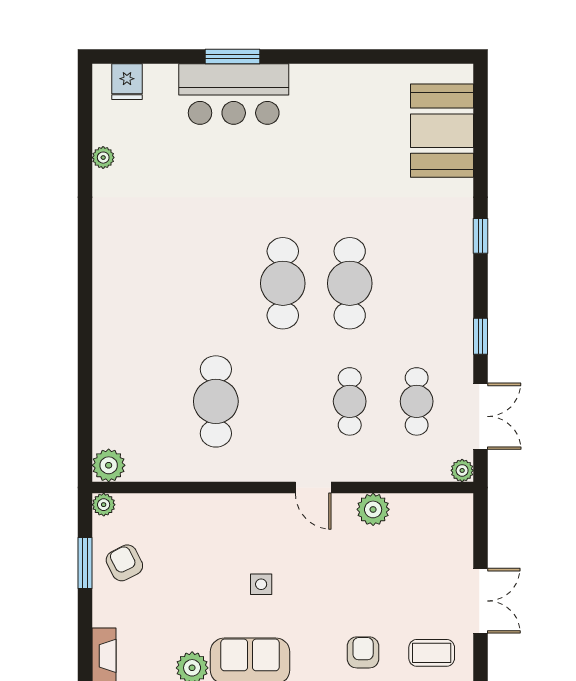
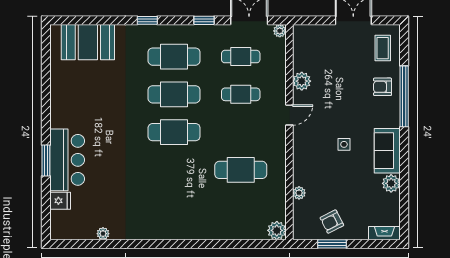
fridge: (127, 82) -> (60, 201), moved
cafe table: (417, 283) -> (174, 57), added
plant: (104, 505) -> (299, 193), moved

